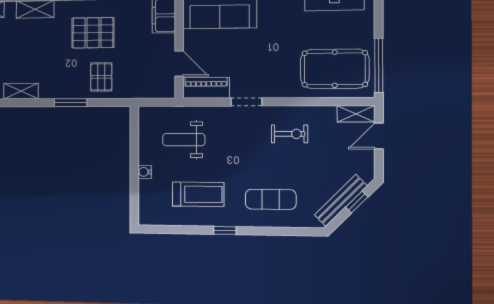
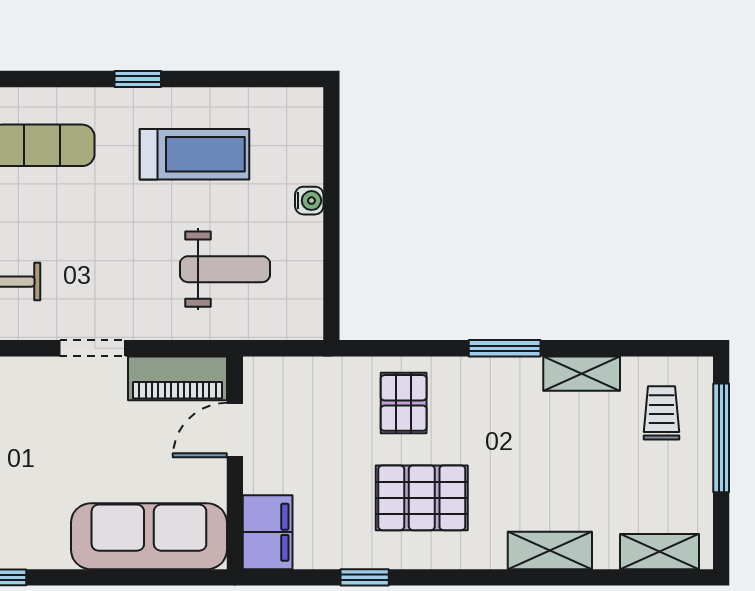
door: (179, 64) -> (235, 430), hinge flipped
window: (71, 103) -> (505, 348), moved
treadmill: (198, 194) -> (194, 154), turned 180

